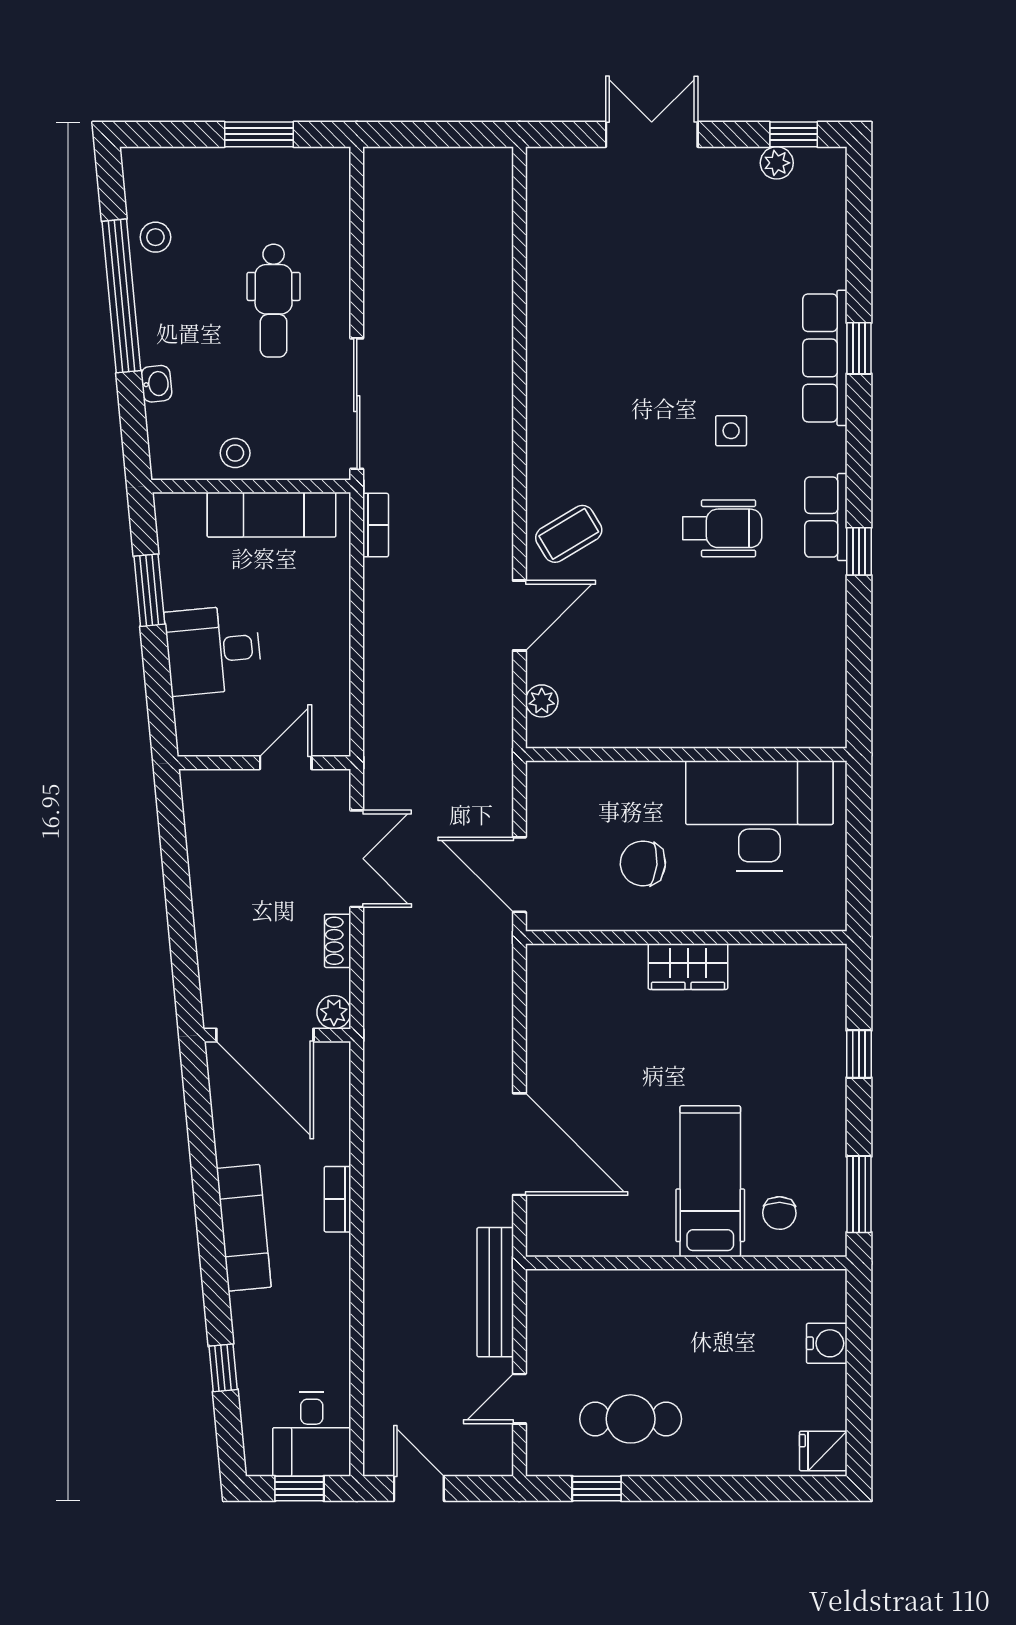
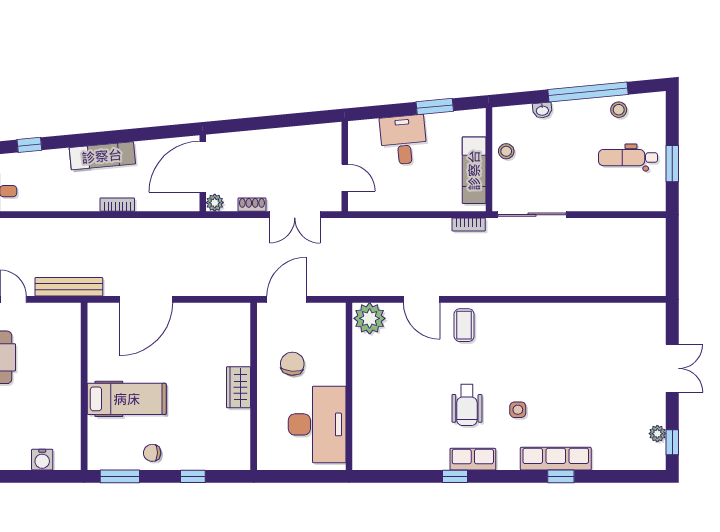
dental chair: (274, 301) -> (628, 158), moved
coffee table: (569, 534) -> (464, 325), turned 31
plant: (542, 701) -> (370, 318), width x1.88, depth x1.88
chair: (779, 1213) -> (152, 453), moved

